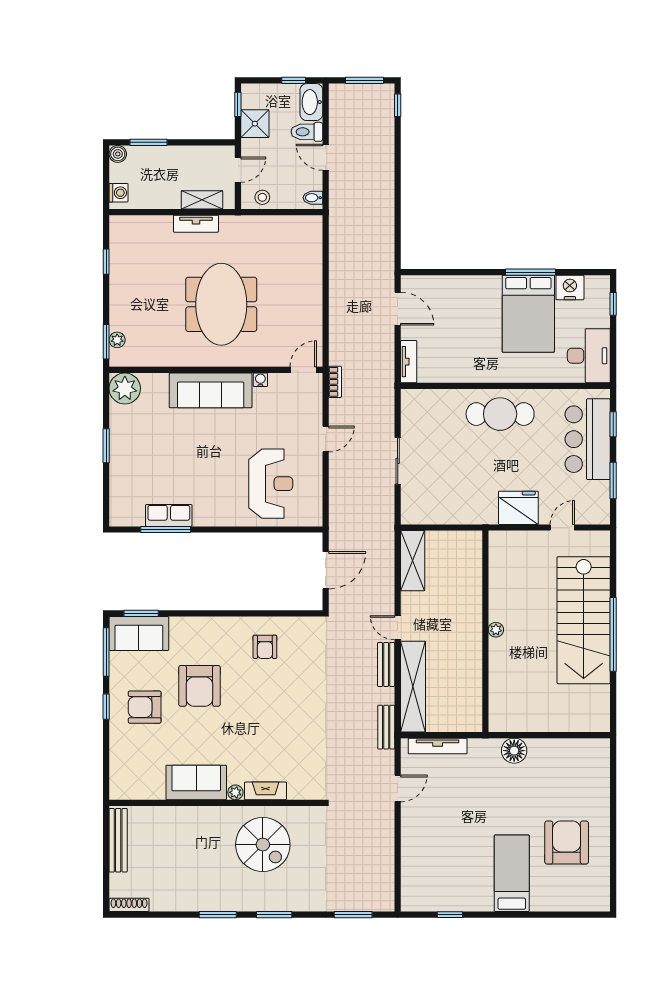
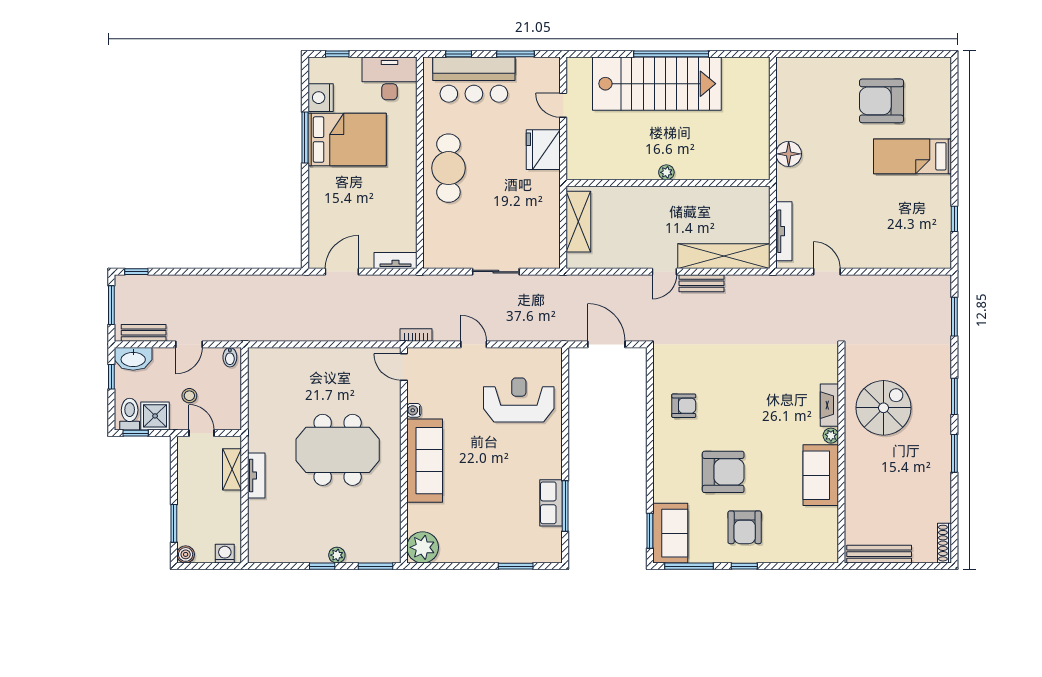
toilet: (307, 132) -> (130, 414), moved, turned 180
stool: (262, 197) -> (189, 396), moved
window: (106, 262) -> (322, 566), moved
plant: (117, 340) -> (337, 555), moved
window: (106, 446) -> (516, 566), moved
shelving: (413, 561) -> (578, 222), moved, turned 90
bench: (386, 727) -> (144, 333), moved

